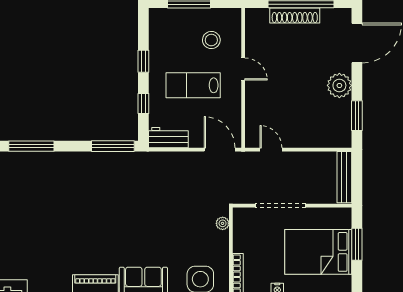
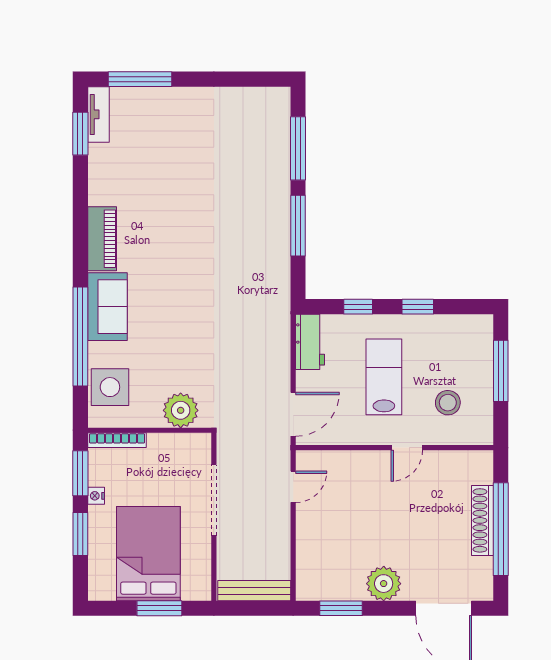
window: (113, 146) -> (298, 226), moved
plant: (223, 223) -> (181, 410), width x1.88, depth x1.88

